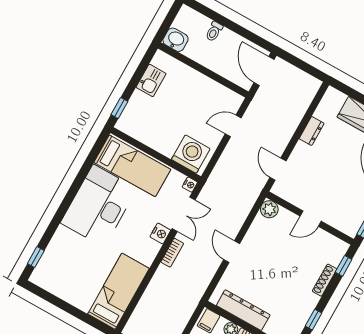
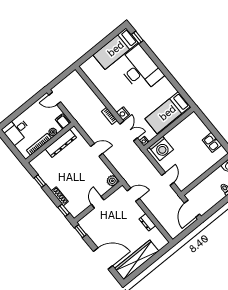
door: (264, 71) -> (192, 209), swing flipped
window: (119, 108) -> (203, 118), removed
desk: (99, 206) -> (140, 69), moved
double door: (184, 214) -> (129, 131), swing flipped
bed: (119, 291) -> (116, 49), moved, turned 90

